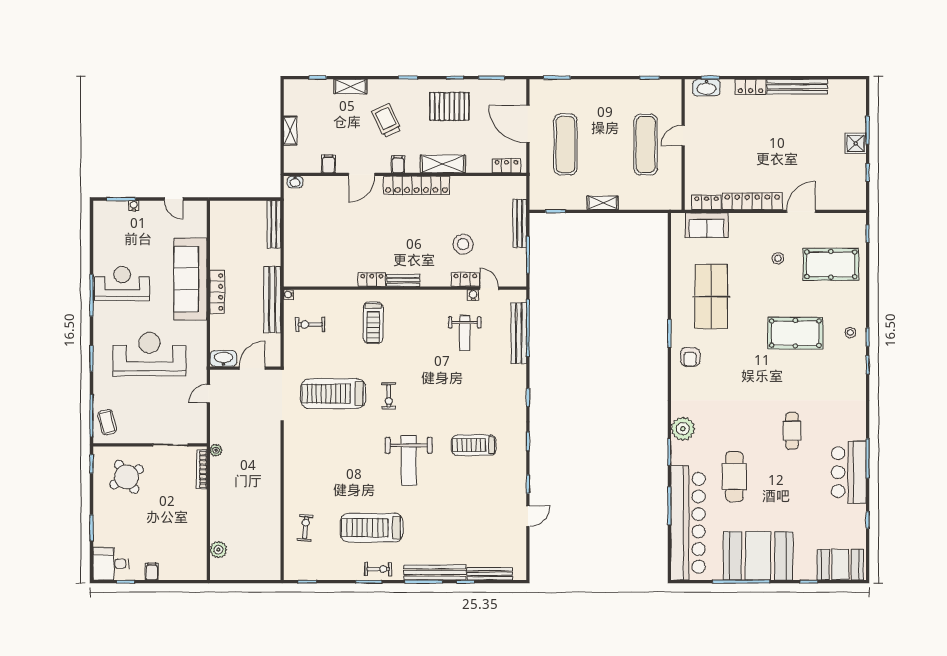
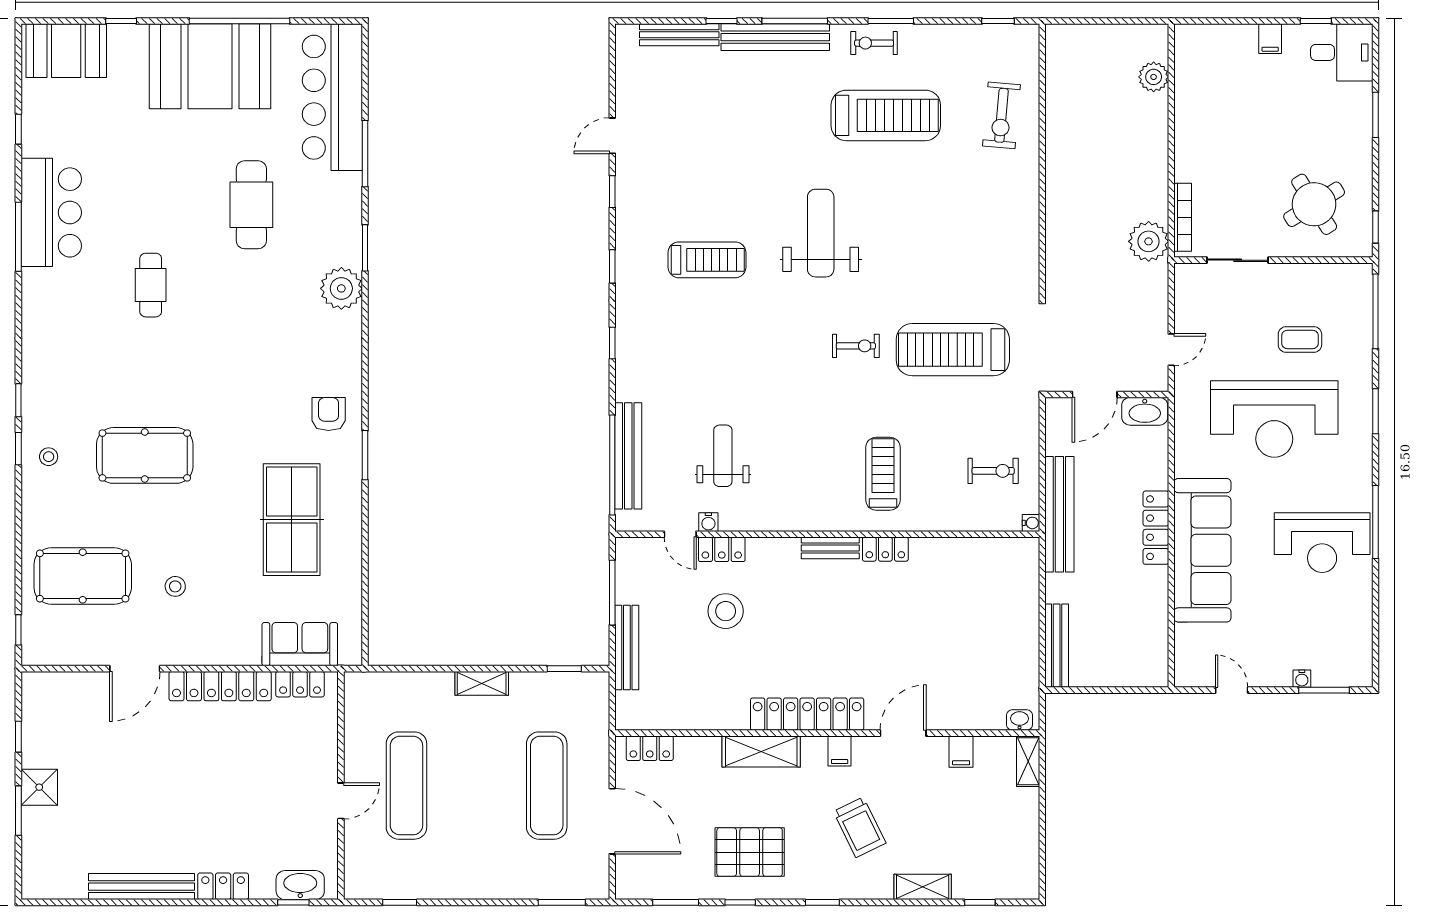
shelving: (290, 131) -> (1028, 761), moved
treadmill: (333, 394) -> (953, 350), turned 180
exercise bike: (389, 396) -> (856, 346), turned 90
coffee table: (107, 422) -> (1300, 339), moved, turned -75
plant: (216, 450) -> (1149, 241), width x1.88, depth x1.88
bar counter: (688, 523) -> (332, 97), width x0.73
exercise bike: (305, 528) -> (1002, 115), width x1.38, depth x1.39

